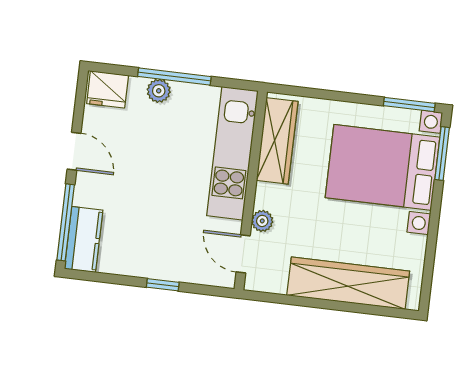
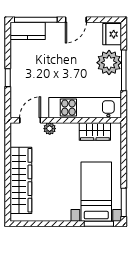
plant: (159, 91) -> (109, 63), width x1.87, depth x1.87
wardrobe: (277, 141) -> (95, 132), width x0.67
bed with nightstands: (382, 167) -> (96, 192), width x0.73

